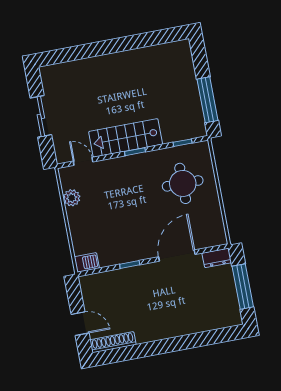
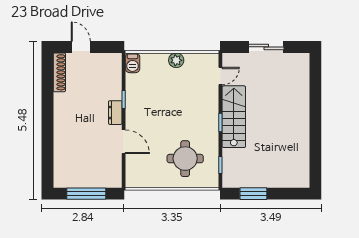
window: (207, 100) -> (253, 194), width x0.69
plant: (72, 198) -> (176, 60), moved
door: (177, 256) -> (124, 142), width x0.73
dresser: (217, 258) -> (115, 113), moved
door: (80, 324) -> (81, 47), swing flipped

